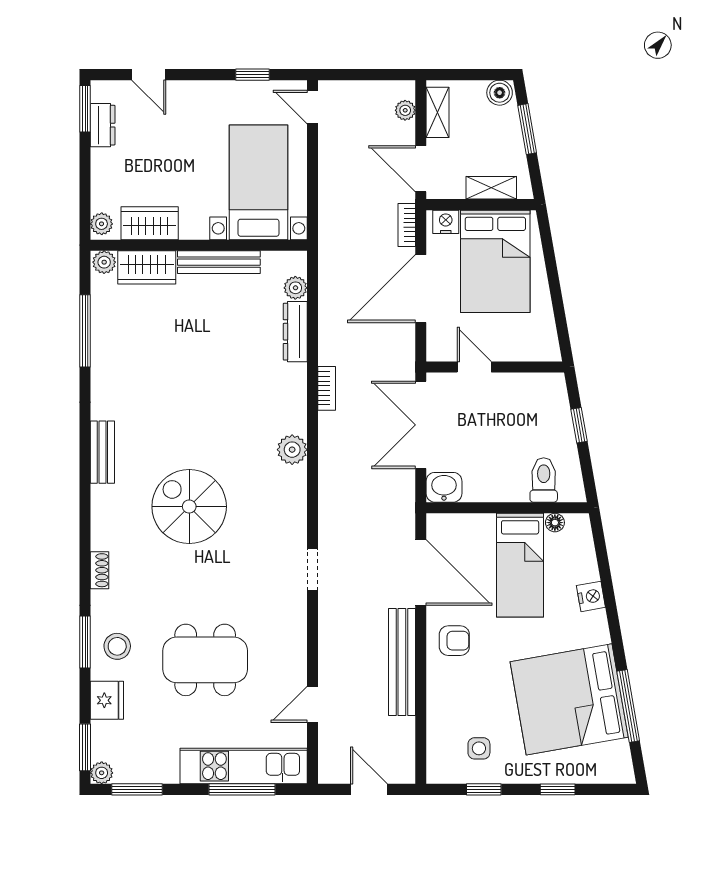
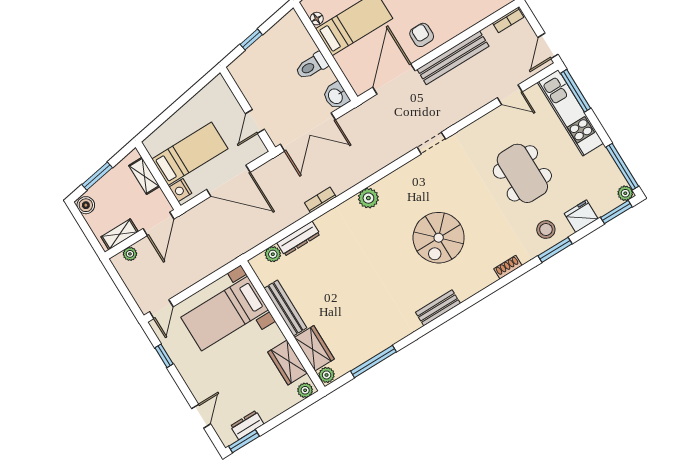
bookcase: (407, 225) -> (508, 20), moved
bed: (495, 261) -> (190, 154), width x0.67
toilet: (544, 480) -> (312, 66), moved
window: (137, 789) -> (622, 167), width x1.44
window: (242, 789) -> (576, 91), moved
door: (369, 789) -> (548, 46), moved

